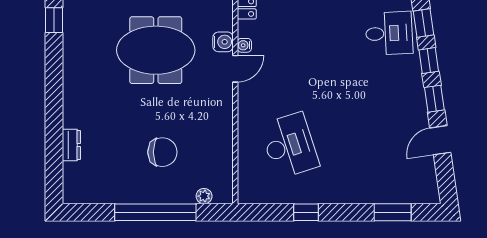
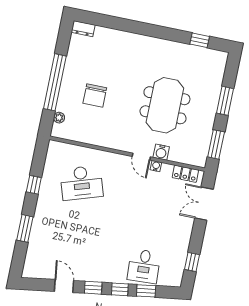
dresser: (71, 145) -> (83, 29), moved
window: (393, 212) -> (25, 228), moved

